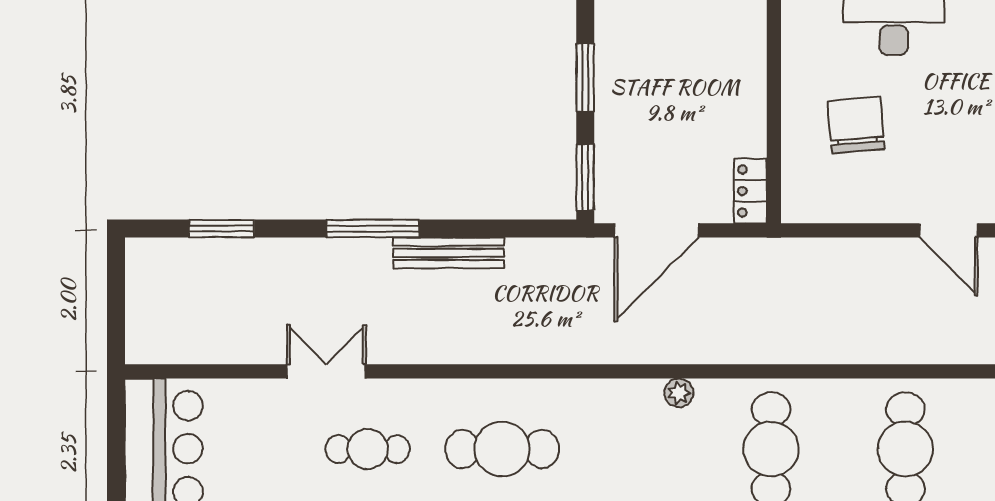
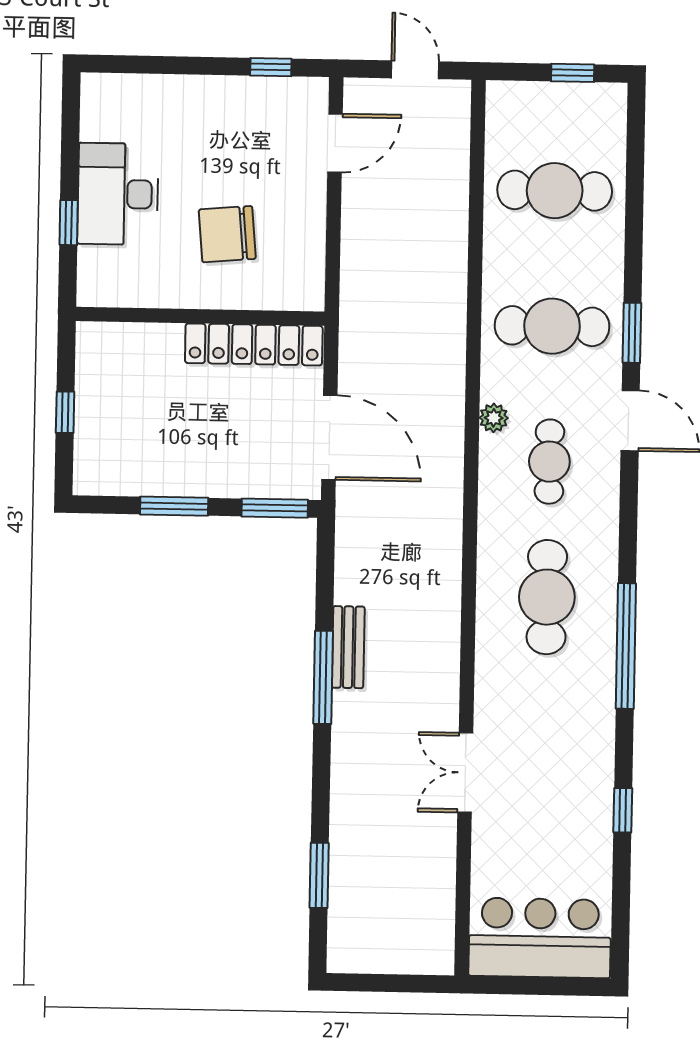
locker: (751, 191) -> (254, 344), width x2.16, depth x1.21
window: (373, 229) -> (323, 677), moved
bench: (449, 253) -> (348, 647), width x0.73
cafe table: (368, 449) -> (549, 462), moved

